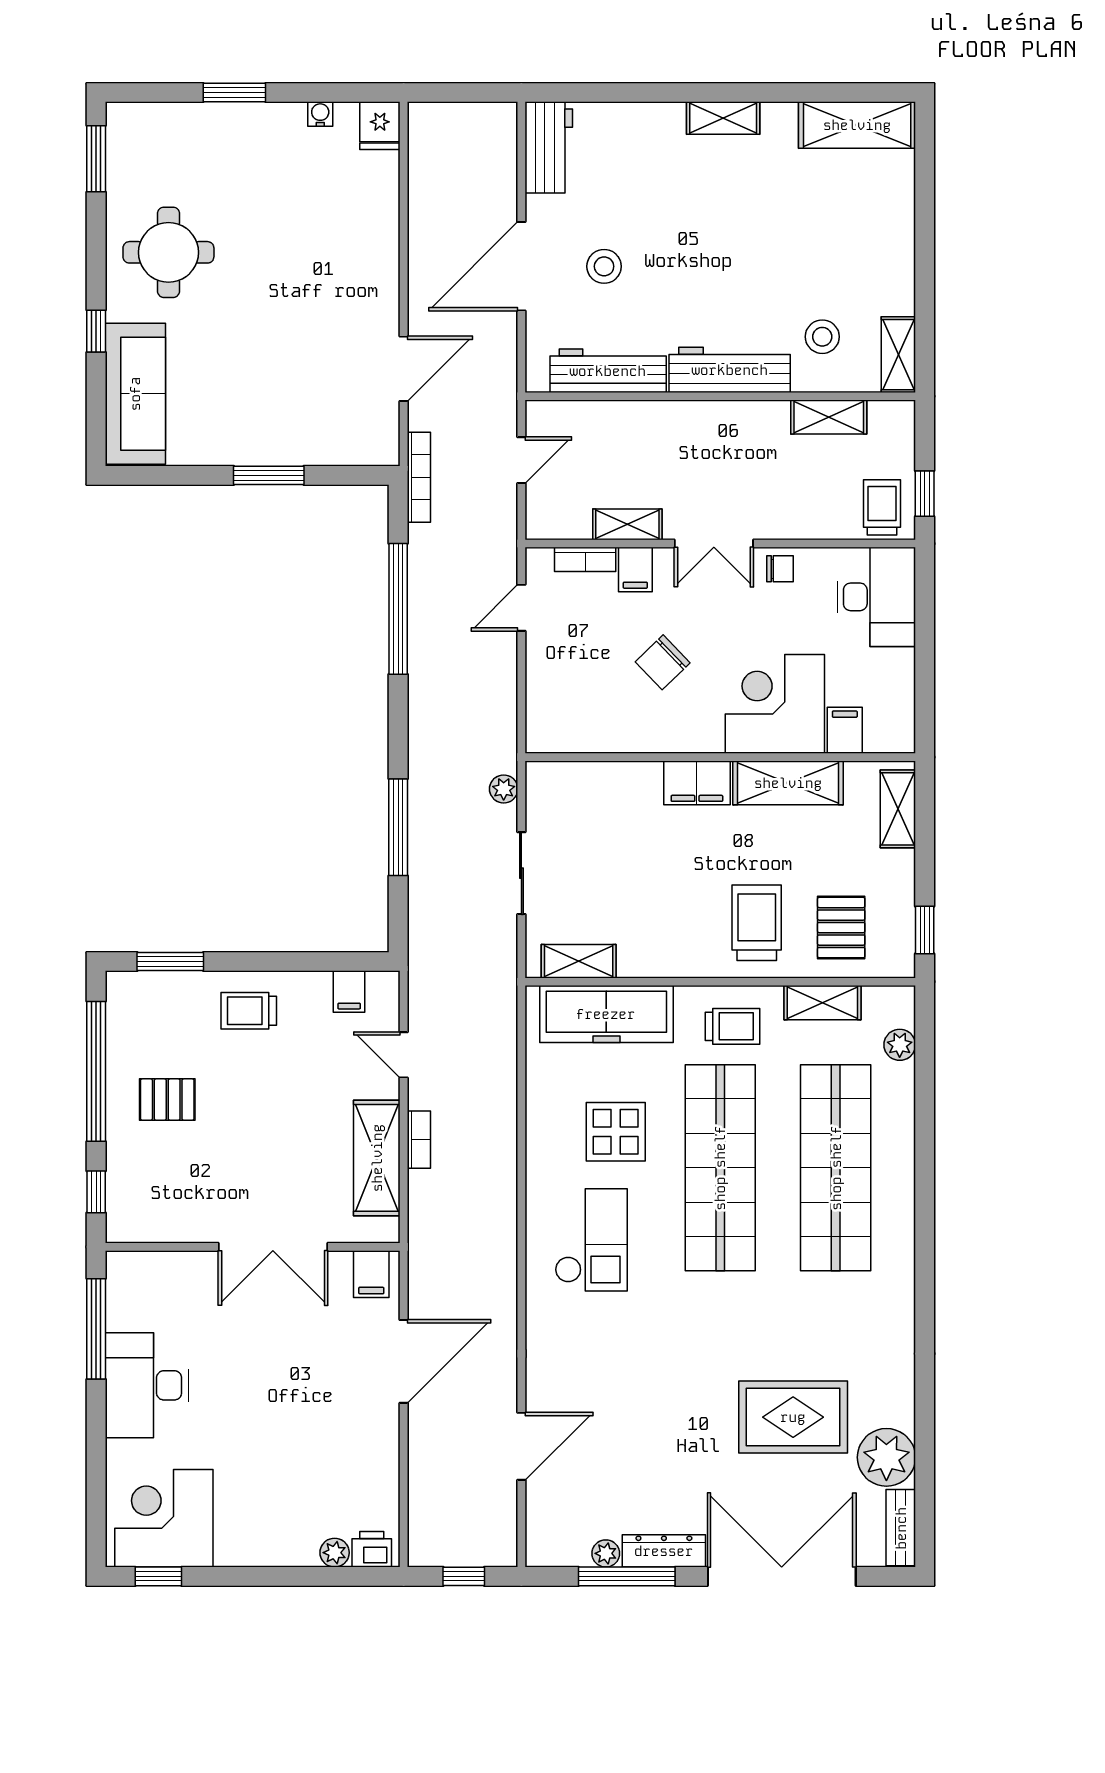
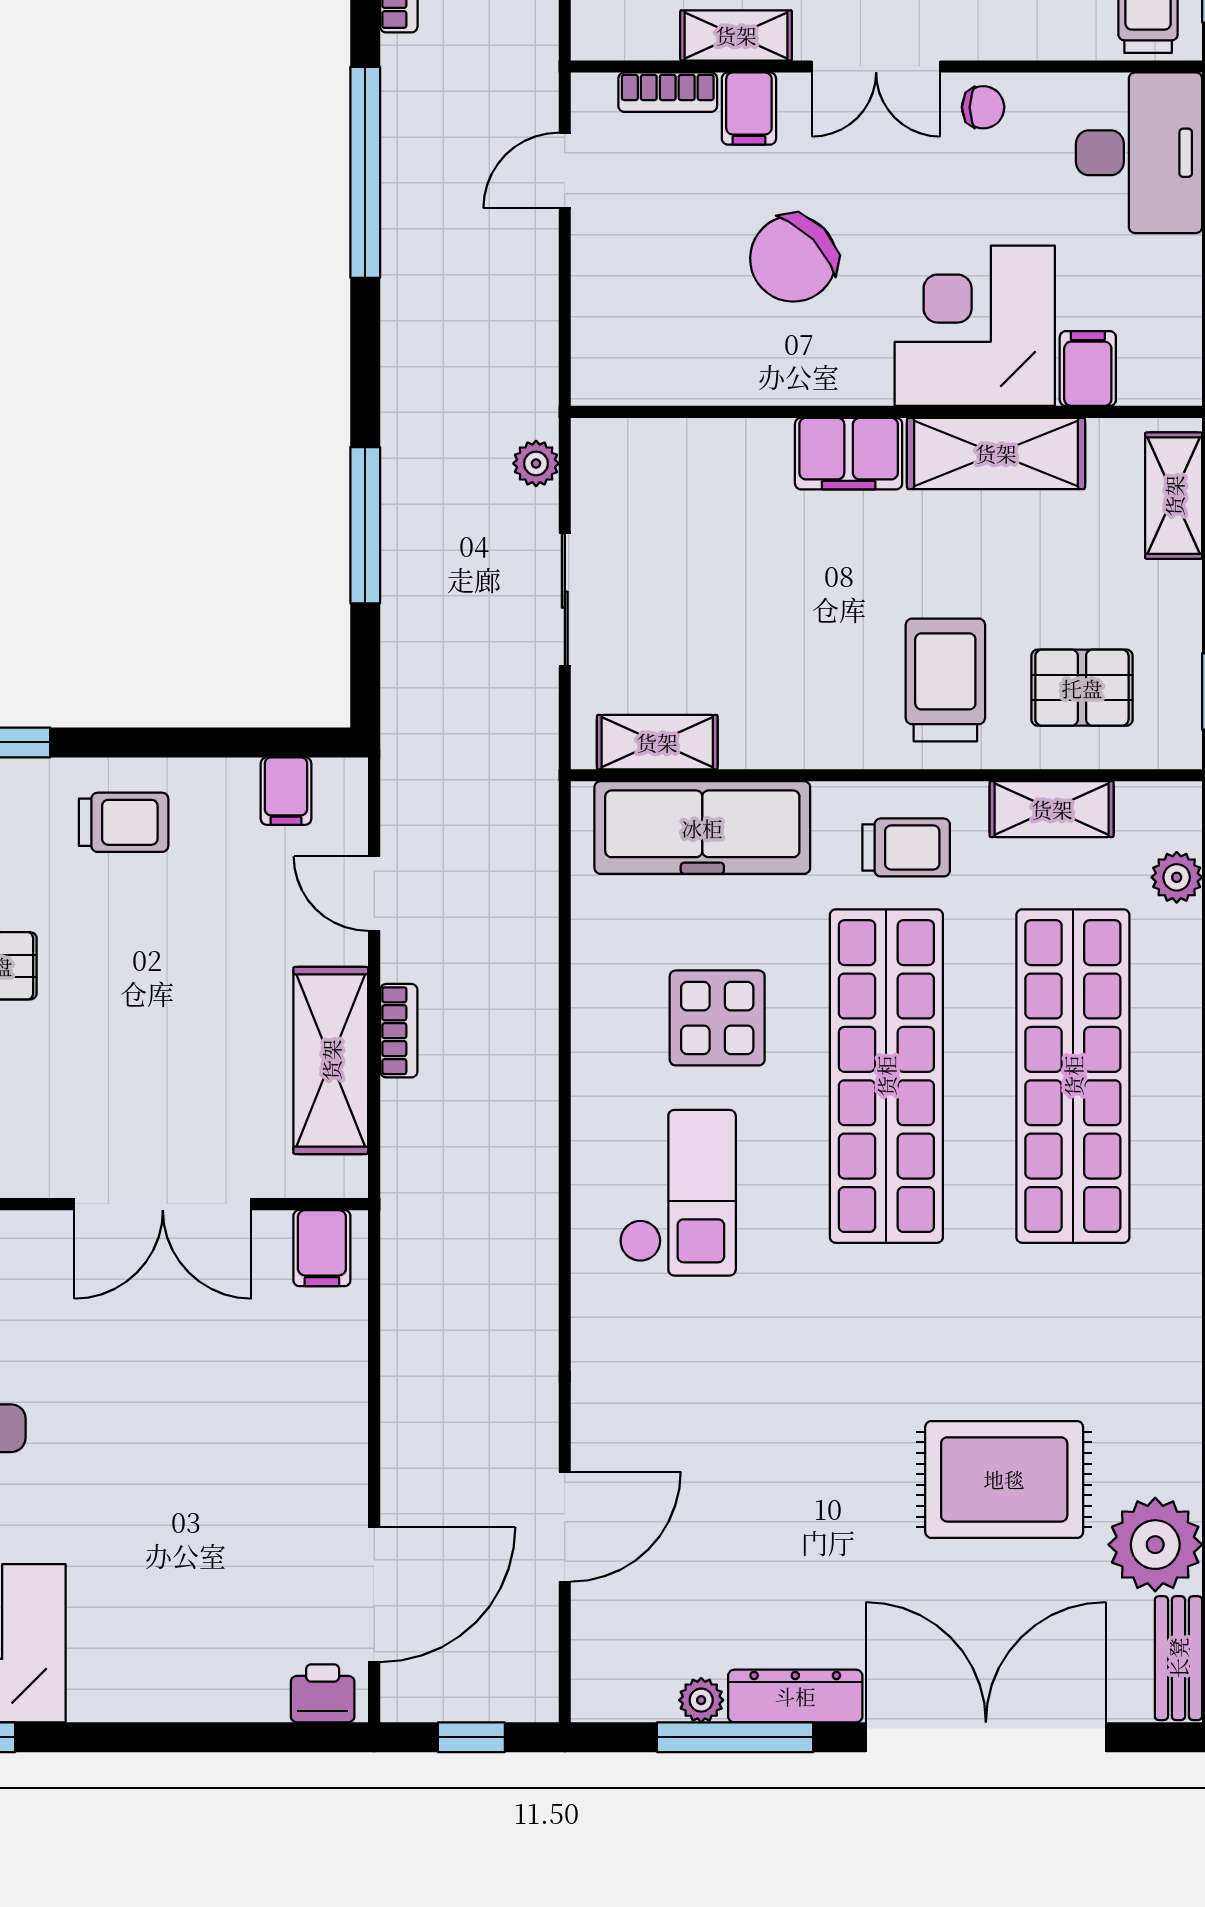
chair: (663, 662) -> (793, 259), width x1.37, depth x1.37
pallet: (841, 928) -> (1082, 688), turned 90
trolley: (249, 1011) -> (124, 822), turned 180
door: (404, 1361) -> (374, 1594), moved
plant: (335, 1553) -> (263, 1699), removed

